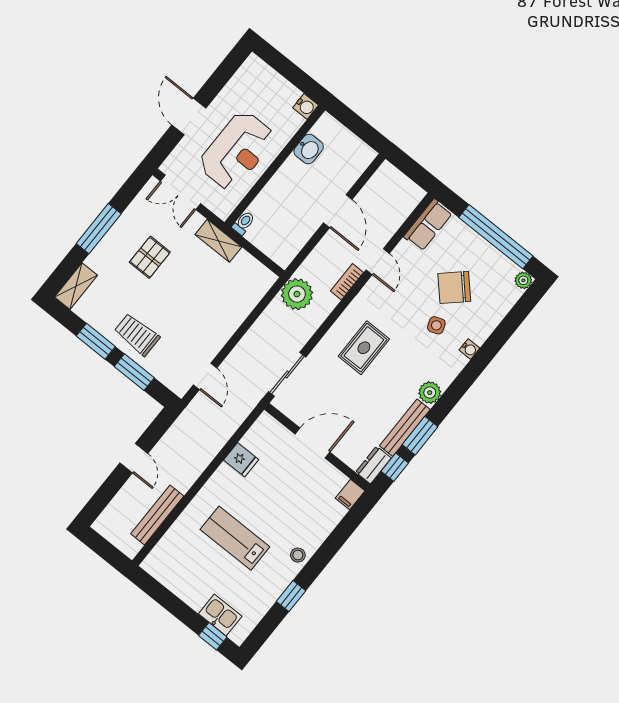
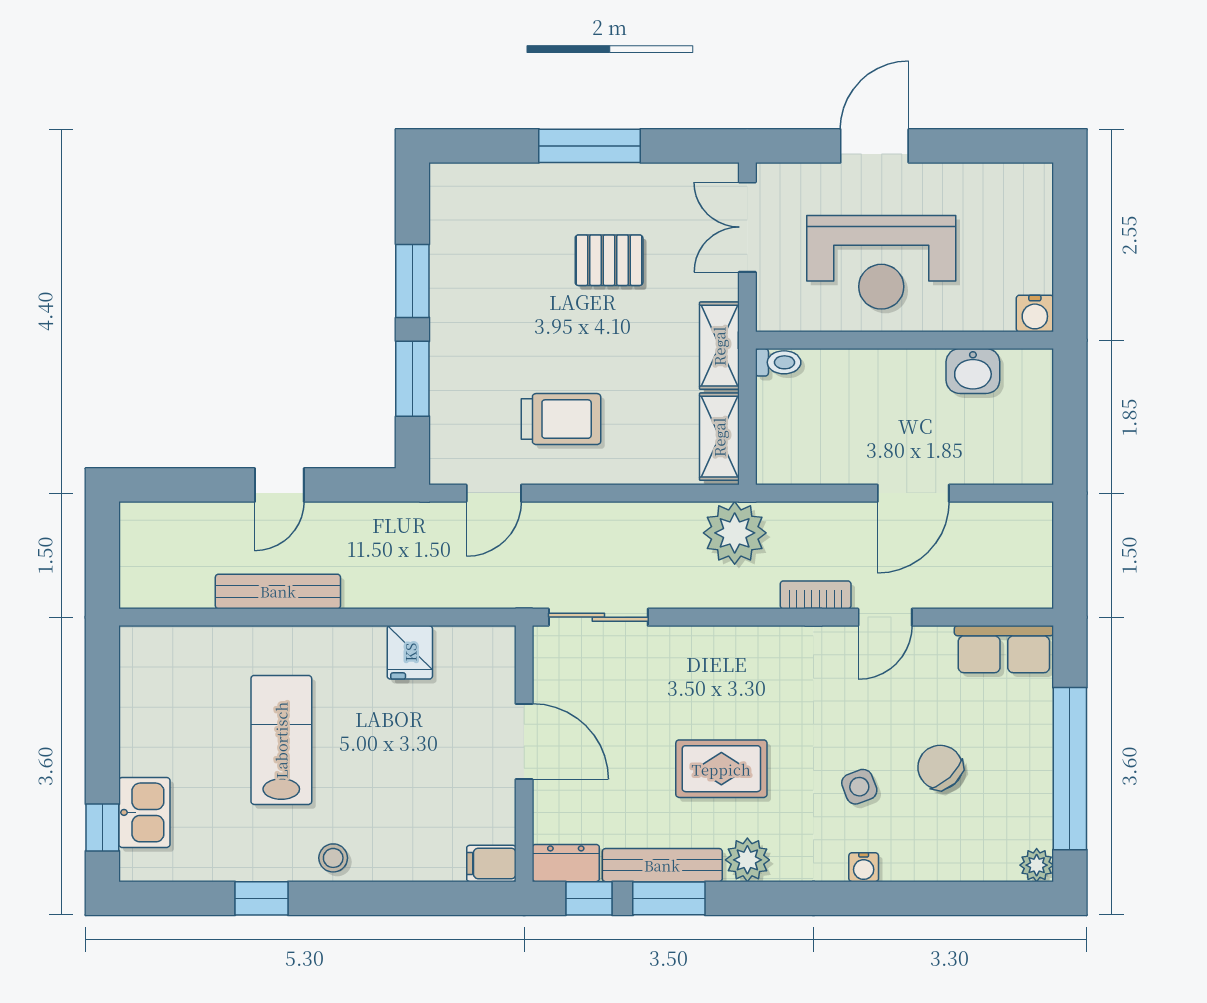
shelving: (76, 286) -> (719, 437), moved, turned 90
chair: (454, 287) -> (940, 767), width x0.73, depth x0.73
trolley: (137, 335) -> (561, 419), moved, turned 90
rug: (364, 348) -> (721, 769), moved
bench: (157, 515) -> (278, 591), moved

